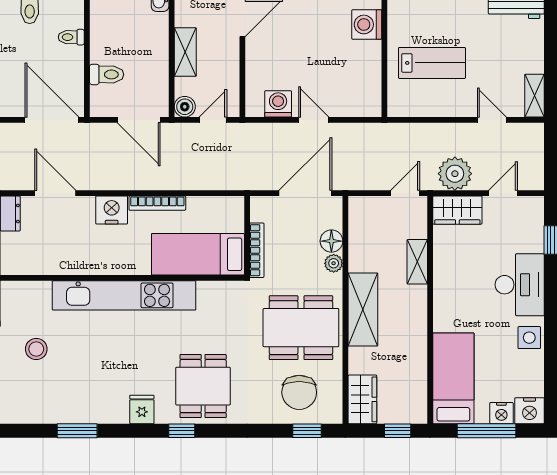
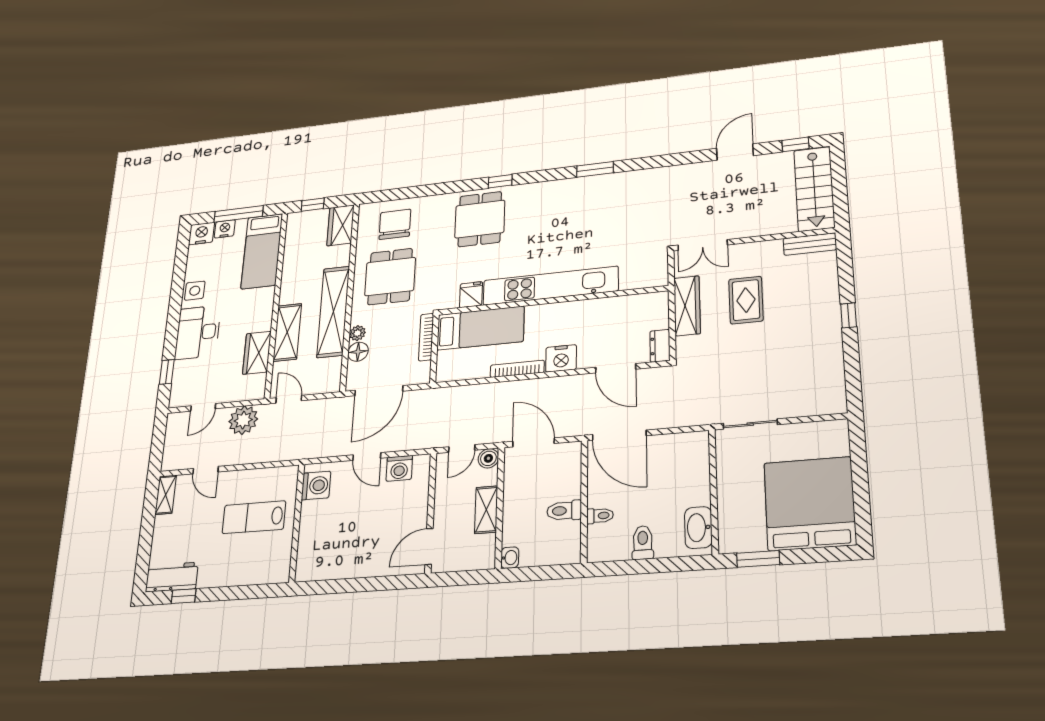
washing machine: (367, 24) -> (316, 485), moved
toilet: (107, 74) -> (564, 511), moved
door: (405, 193) -> (289, 399), swing flipped
wardrobe: (457, 210) -> (257, 353), moved, turned -90
shelving: (417, 262) -> (287, 332), width x1.50, depth x1.33
shelving: (363, 310) -> (333, 312), width x1.47
dining table: (301, 328) -> (390, 277), width x0.73
stool: (36, 349) -> (633, 231), removed
fridge: (142, 409) -> (471, 295), moved, turned 180
window: (307, 431) -> (390, 195), removed

